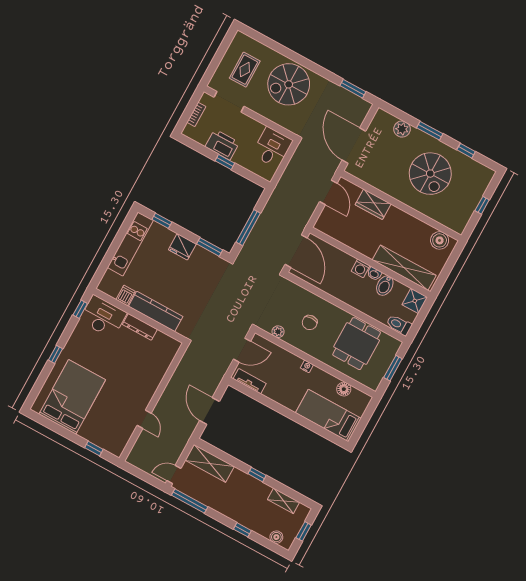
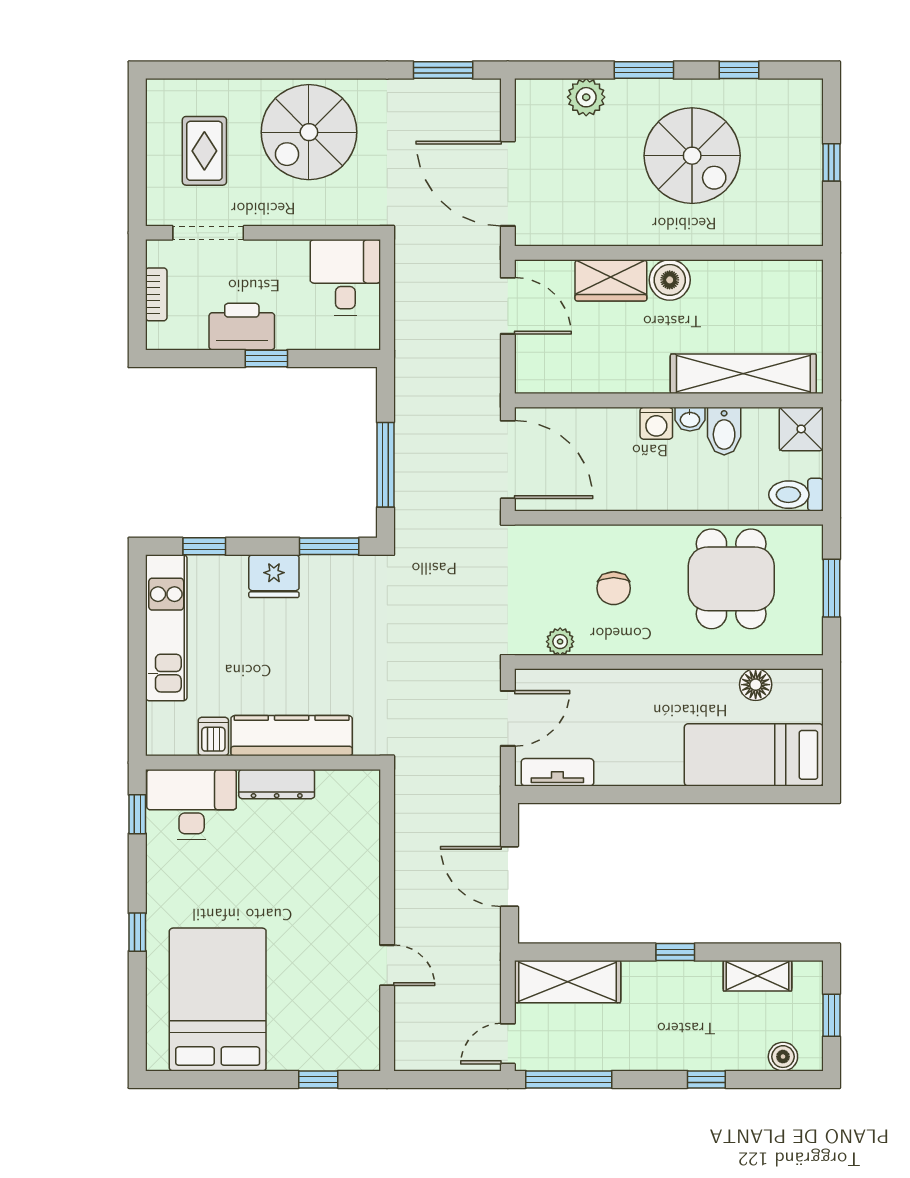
boiler: (440, 240) -> (670, 280), moved
nightstand: (307, 366) -> (656, 680), removed

